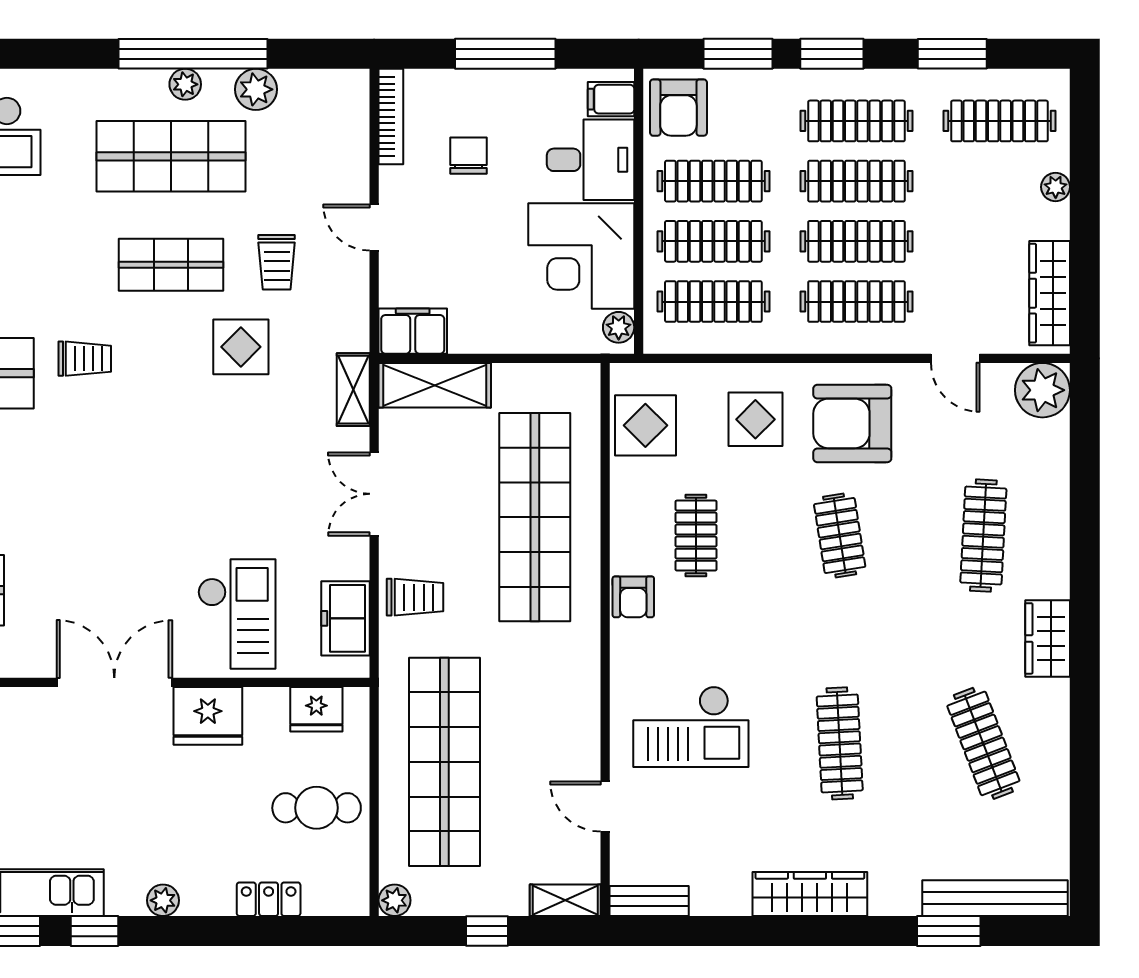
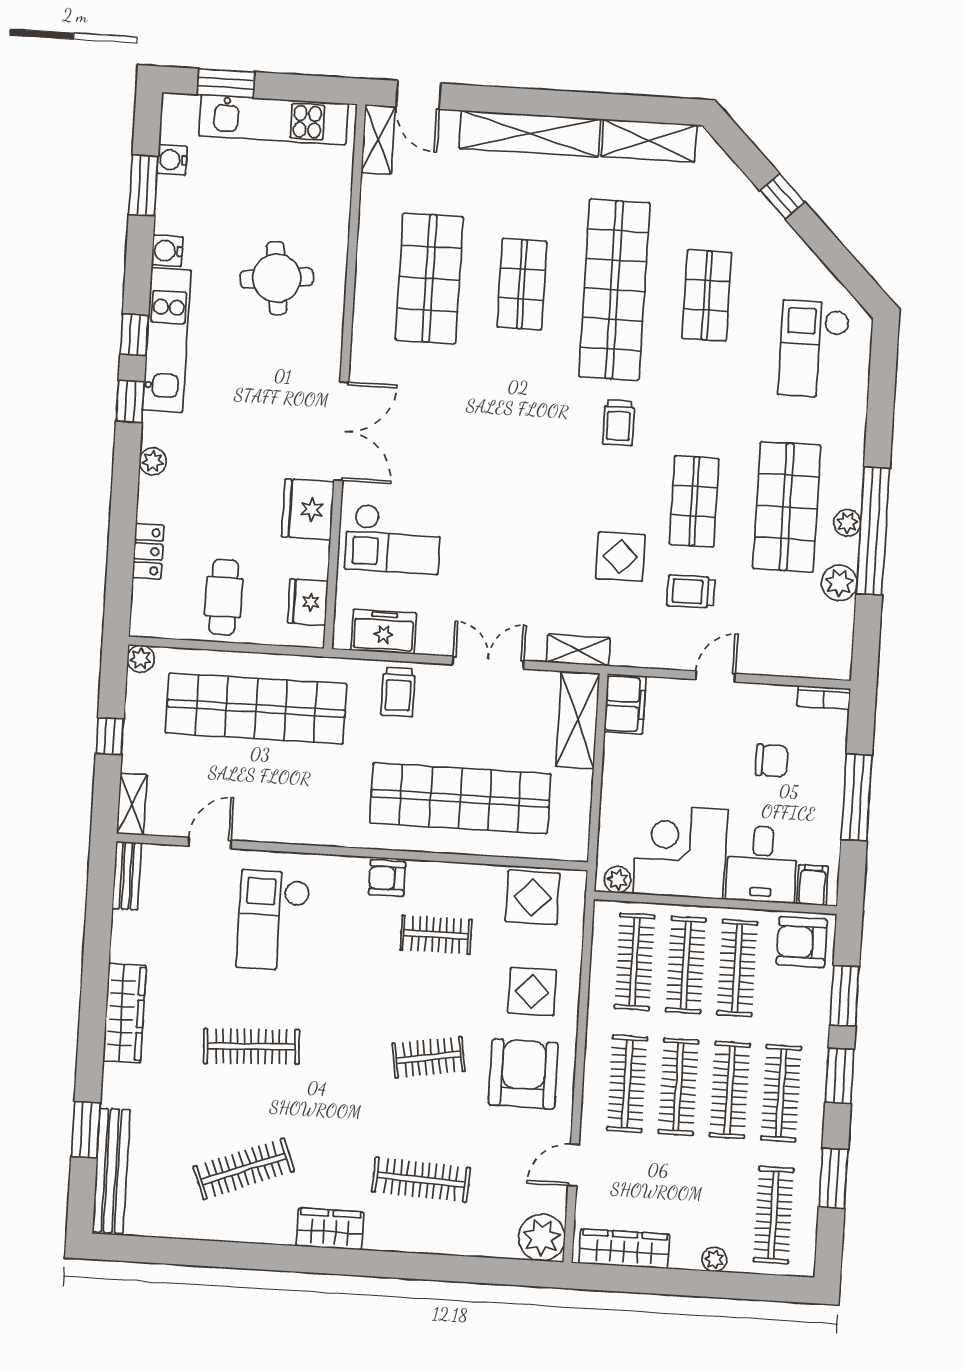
bookcase: (391, 117) -> (824, 697), width x0.64

